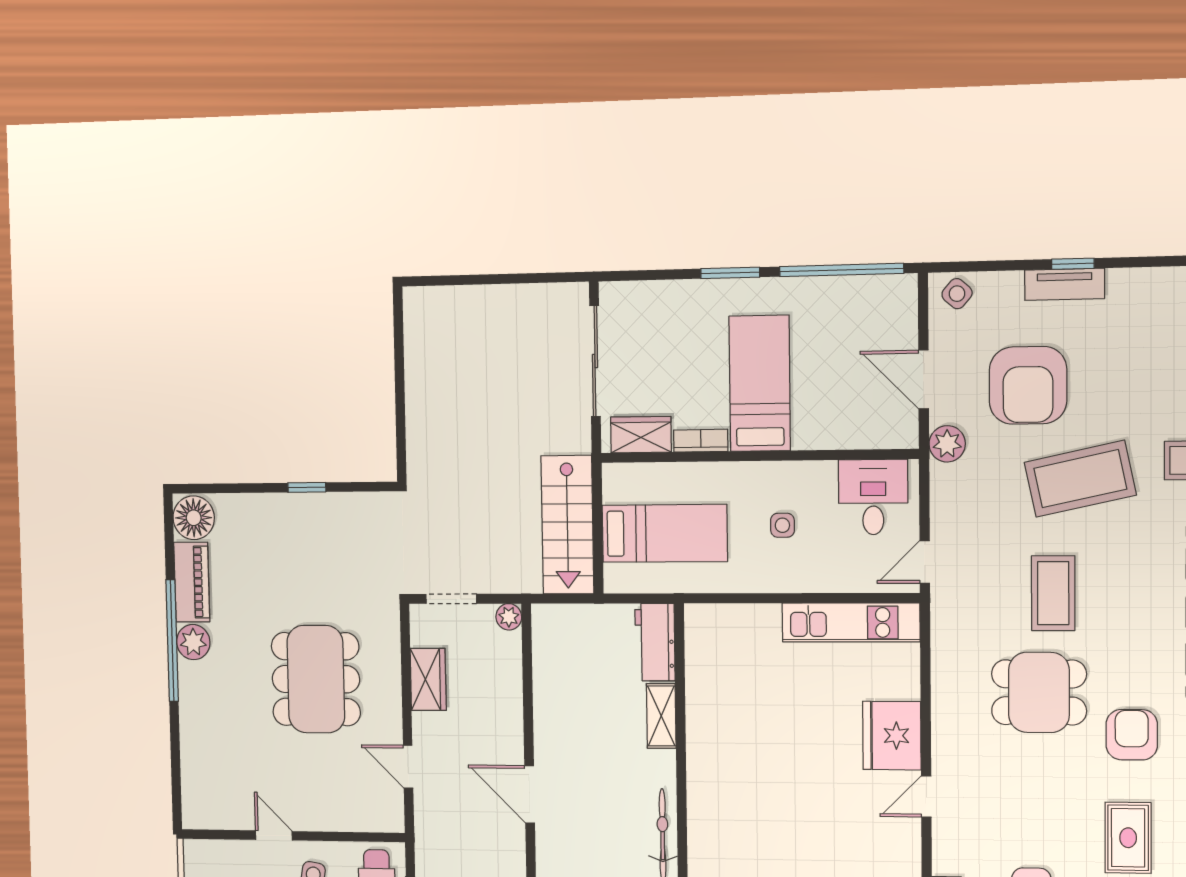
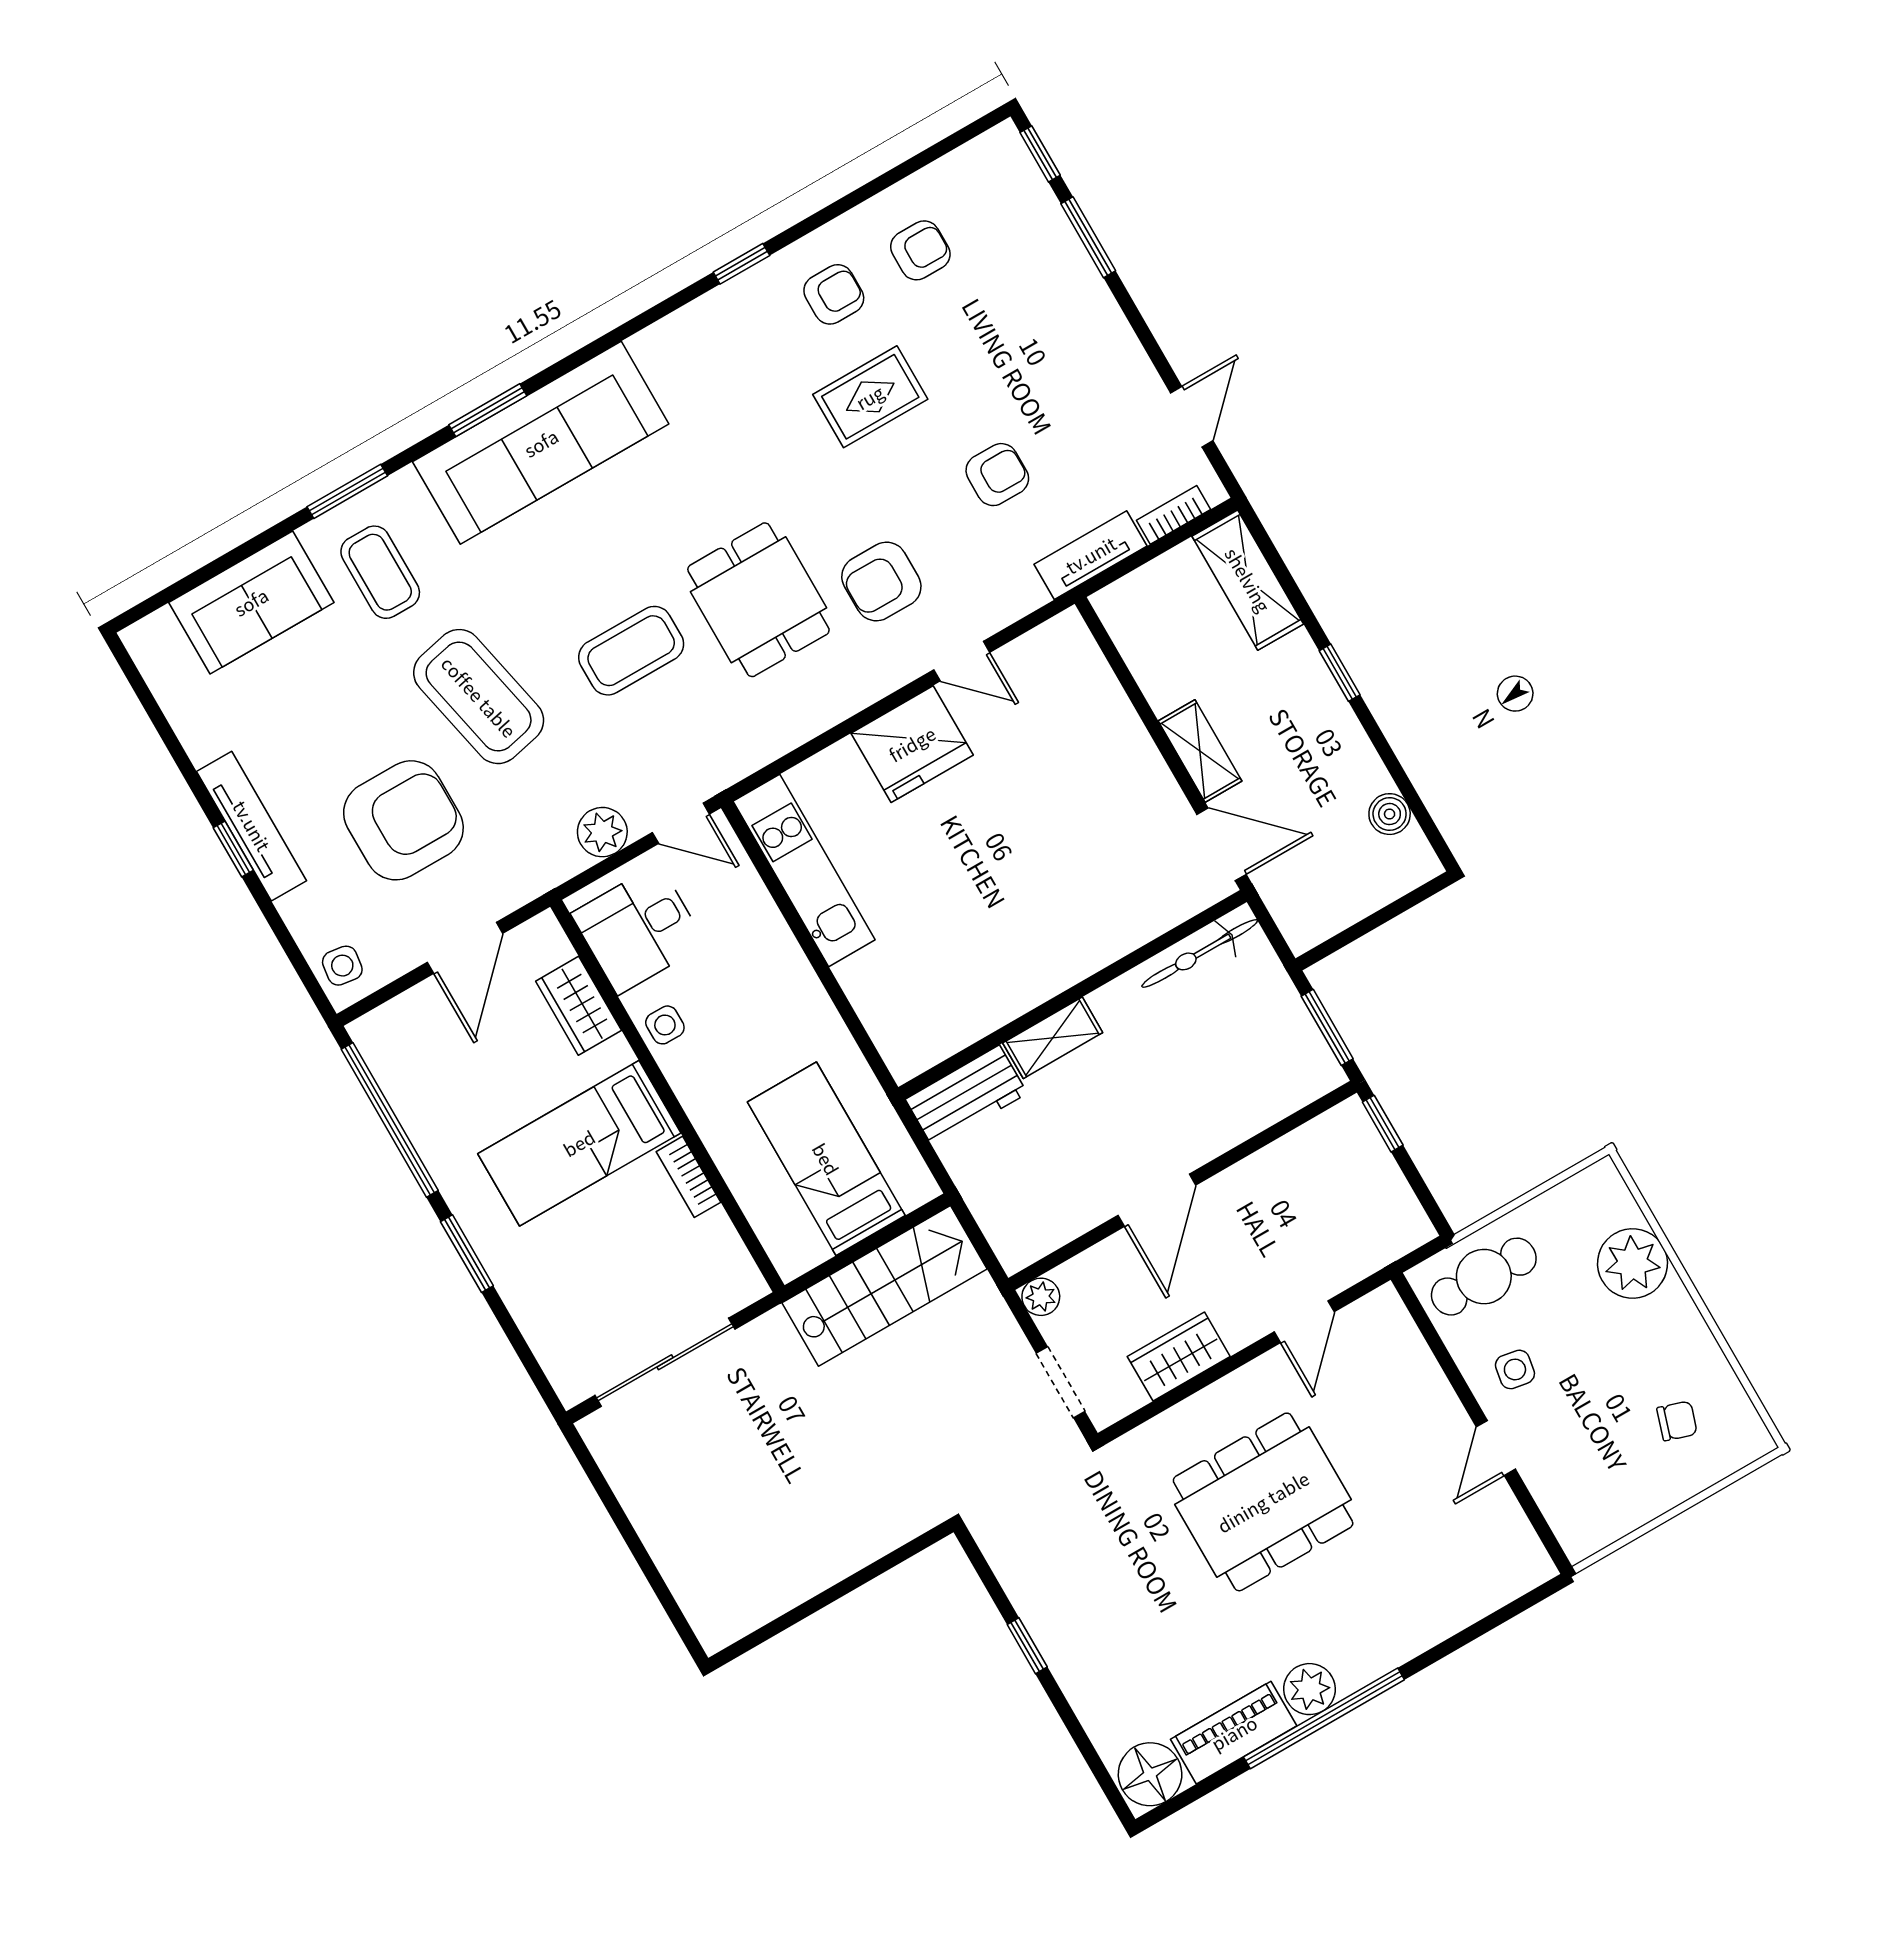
tv unit: (1065, 284) -> (252, 826), width x1.41
side table: (957, 294) -> (342, 966), turned -33
wardrobe: (641, 435) -> (579, 1006), moved
plant: (947, 444) -> (602, 832), moved
side table: (782, 525) -> (665, 1025), moved
armchair: (1132, 735) -> (881, 582), moved
door: (530, 794) -> (1157, 1200), moved

